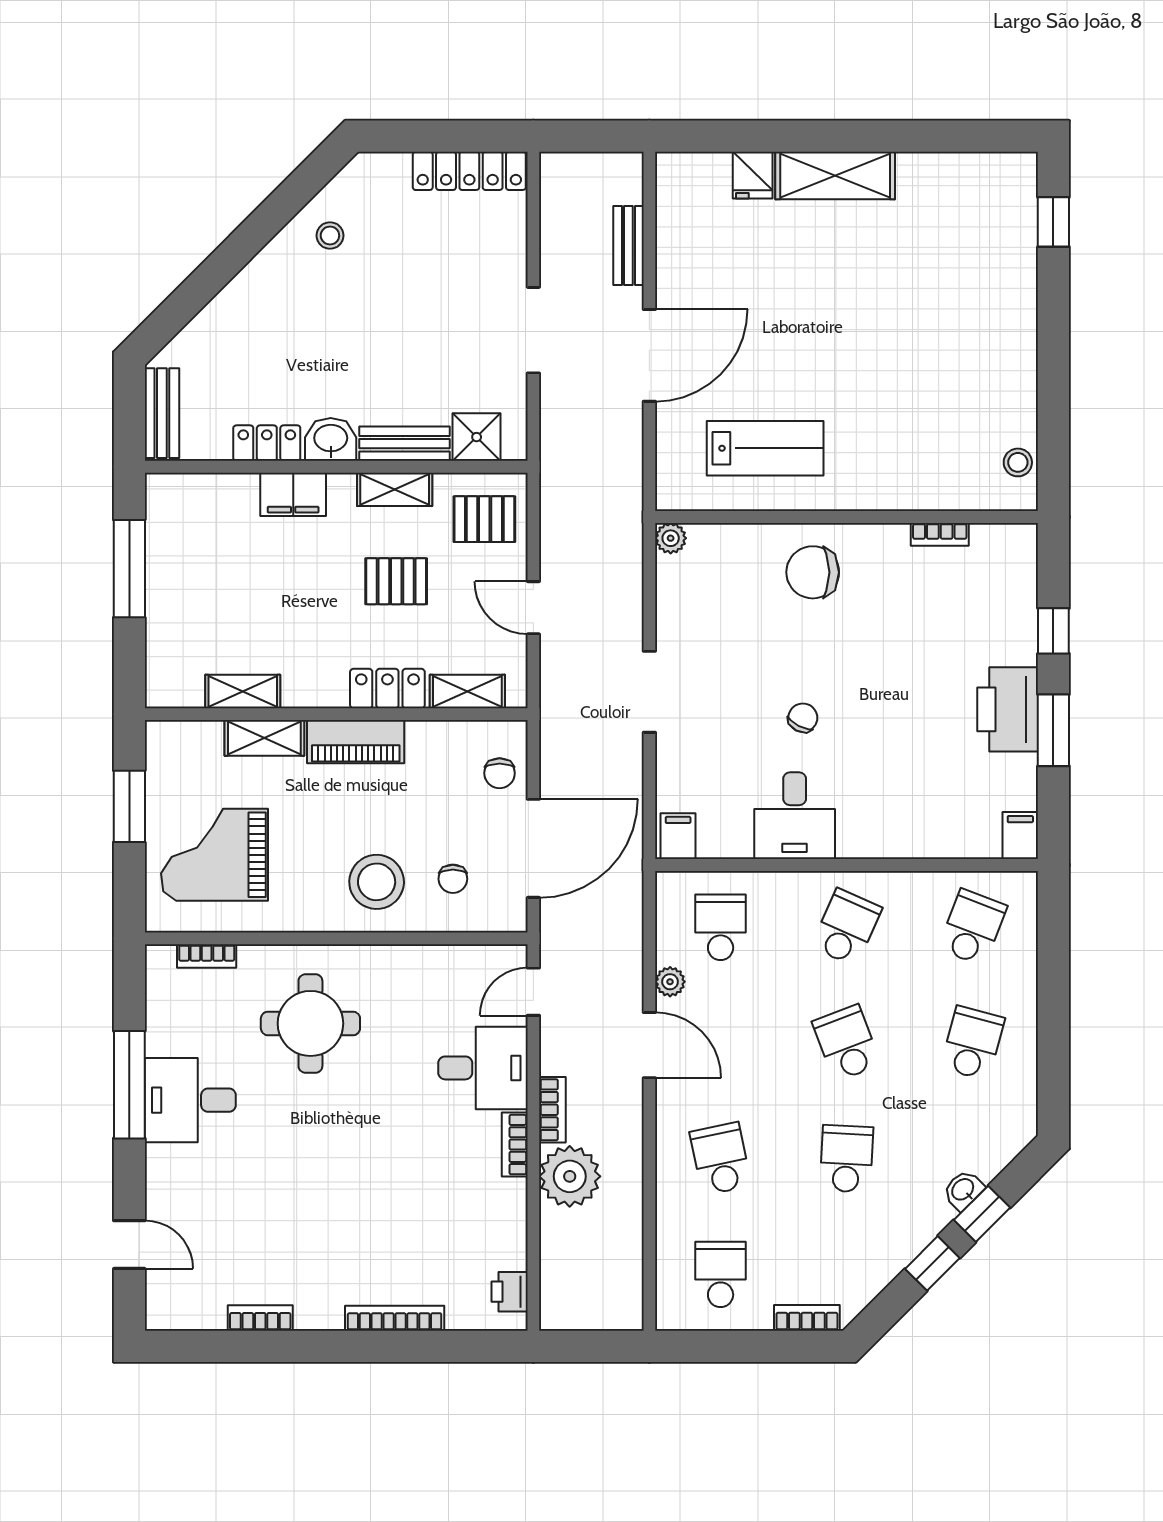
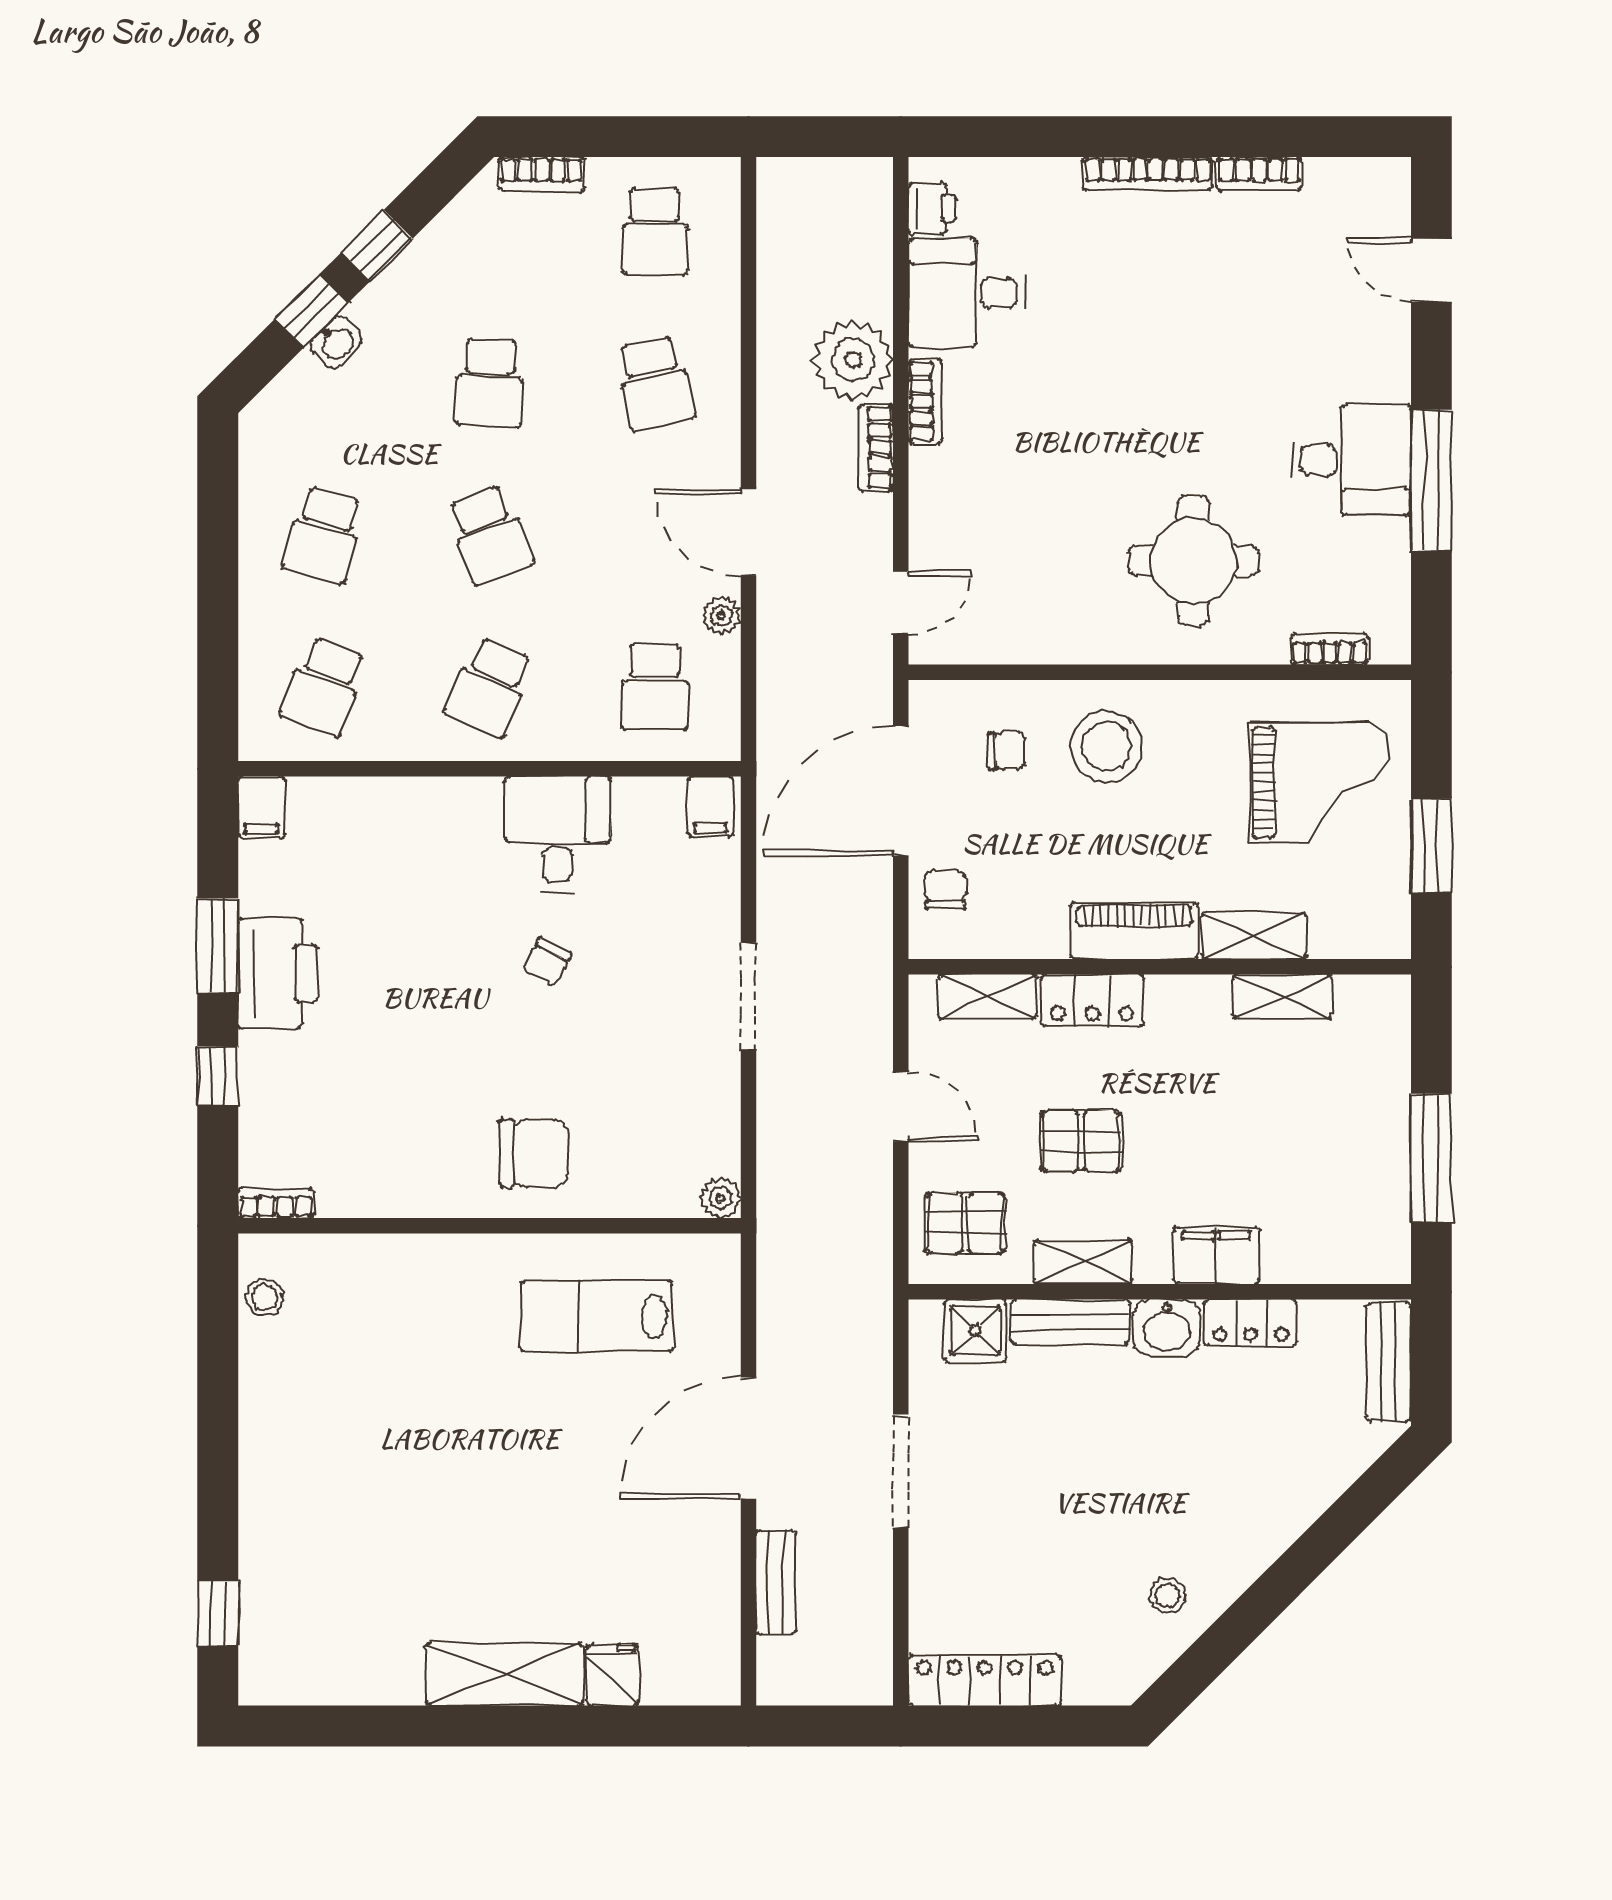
bookcase: (940, 534) -> (276, 1203), moved
chair: (453, 879) -> (1006, 751), turned 88
desk: (483, 1068) -> (967, 293), moved
bookcase: (395, 1318) -> (1148, 174), moved

